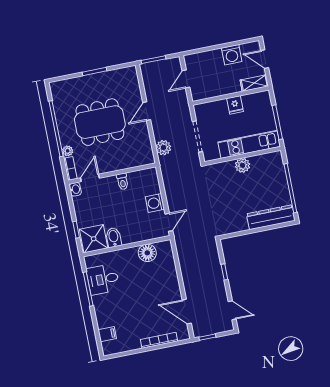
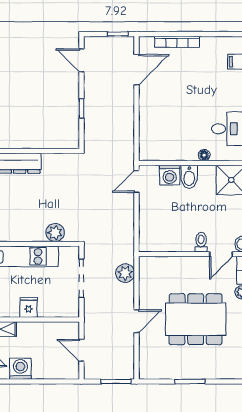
door: (186, 79) -> (82, 350), swing flipped
plant: (242, 165) -> (55, 233), moved
toilet: (123, 181) -> (201, 242), moved
washing machine: (155, 203) -> (170, 175), moved, turned 90
bidet: (114, 237) -> (189, 177), moved
floor lamp: (147, 253) -> (204, 155), moved, width x0.53, depth x0.53
door: (187, 312) -> (137, 70), hinge flipped

